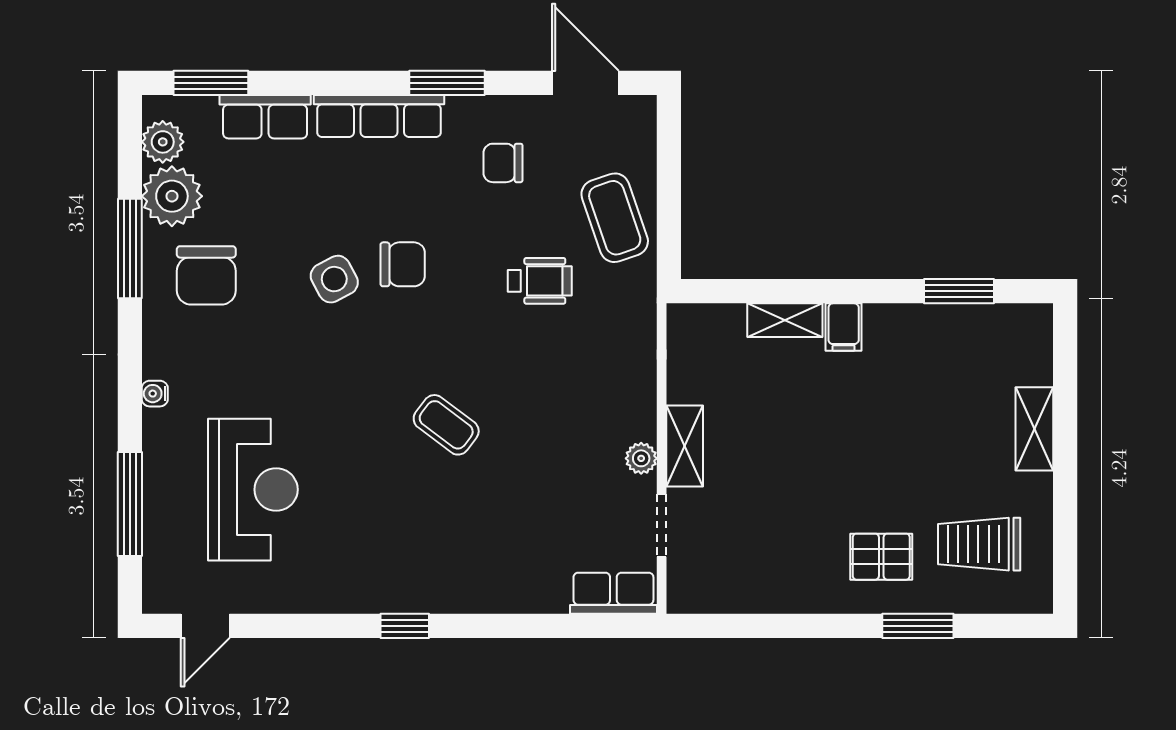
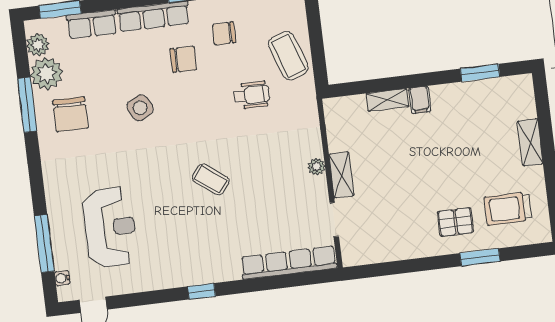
chair: (403, 264) -> (183, 59), moved
water cooler: (155, 394) -> (62, 278), moved
plant: (641, 458) -> (316, 167), moved
row of seats: (613, 593) -> (289, 263), width x2.02

